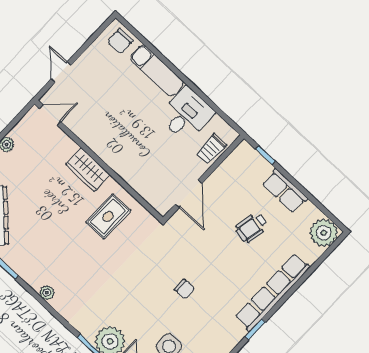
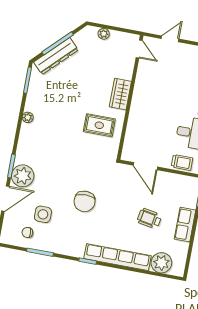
trolley: (211, 149) -> (182, 162), turned 180
door: (189, 194) -> (145, 166), hinge flipped
plant: (324, 233) -> (161, 263), moved
chair: (185, 289) -> (85, 201), width x1.87, depth x1.87

